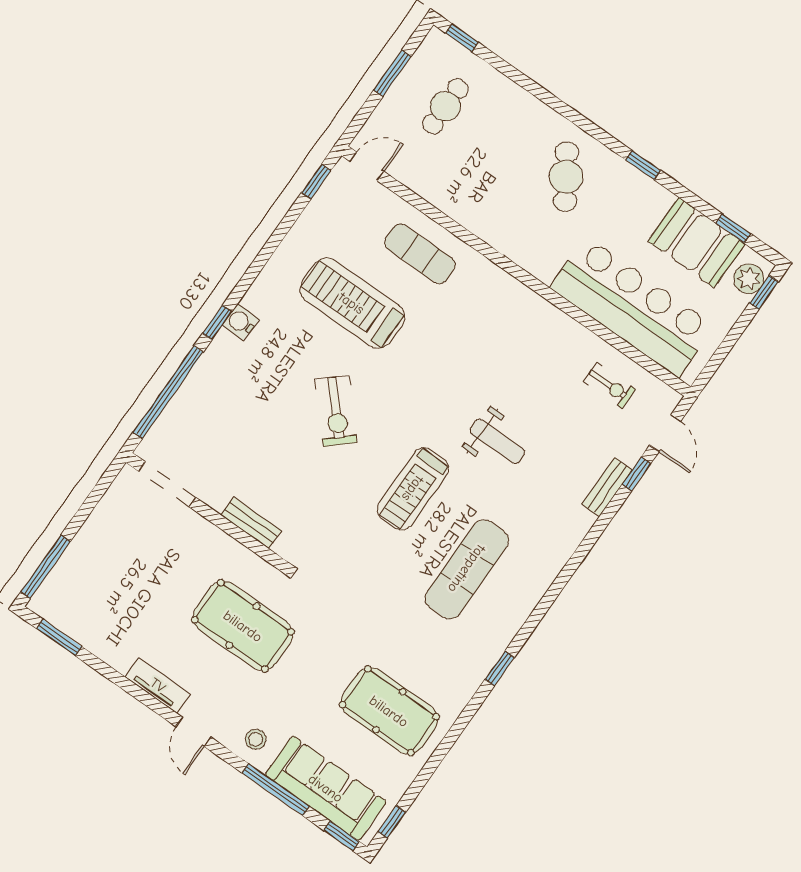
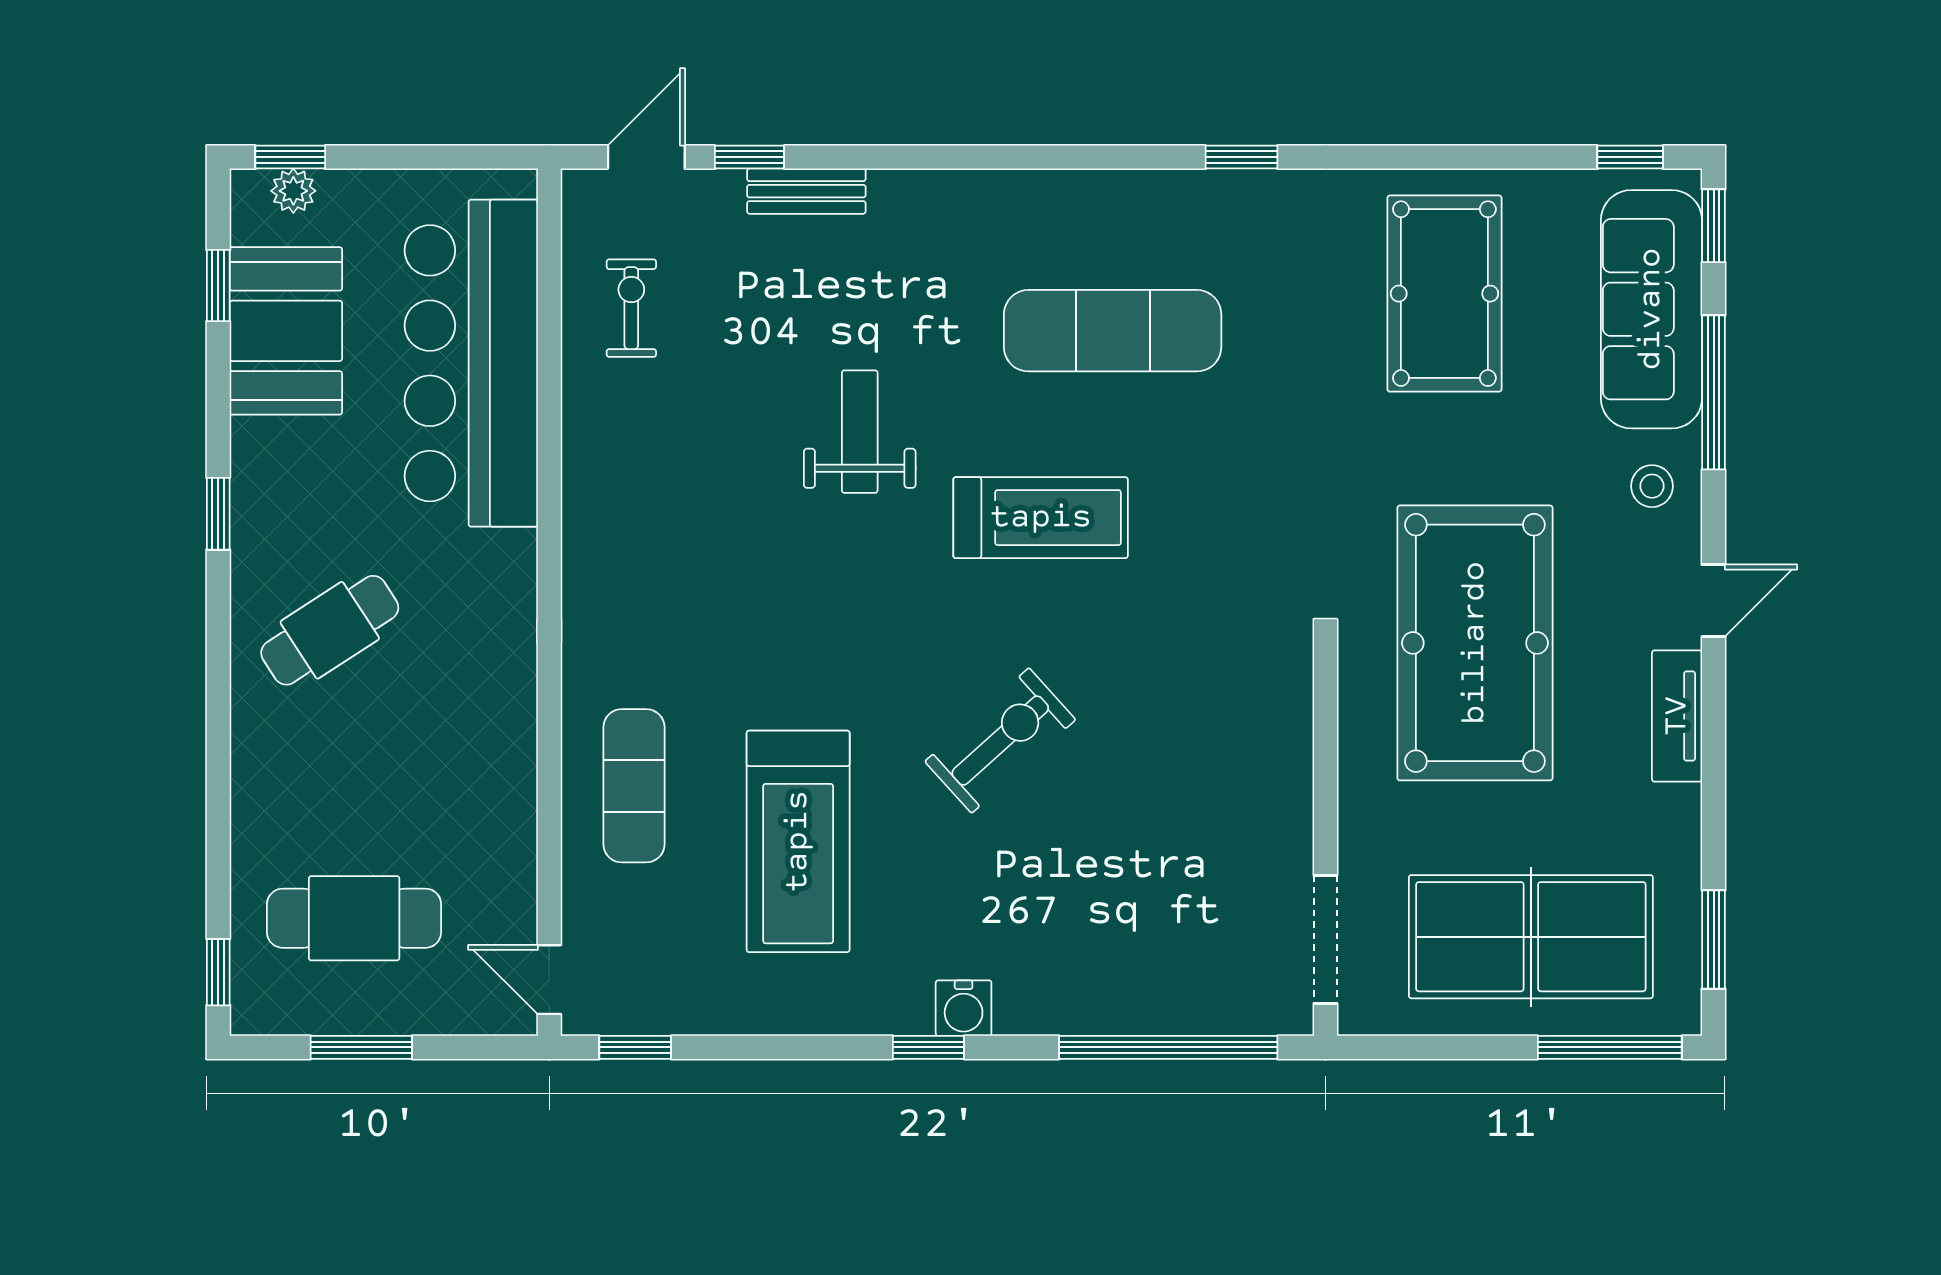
cafe table: (445, 106) -> (354, 918), width x1.37, depth x1.35
plant: (749, 279) -> (293, 191), width x0.73, depth x0.73
window: (217, 322) -> (928, 1047), moved
bench: (251, 523) -> (1291, 751), removed
table tennis table: (111, 566) -> (1531, 937), added
pool table: (243, 626) -> (1475, 643), width x1.36, depth x1.32

